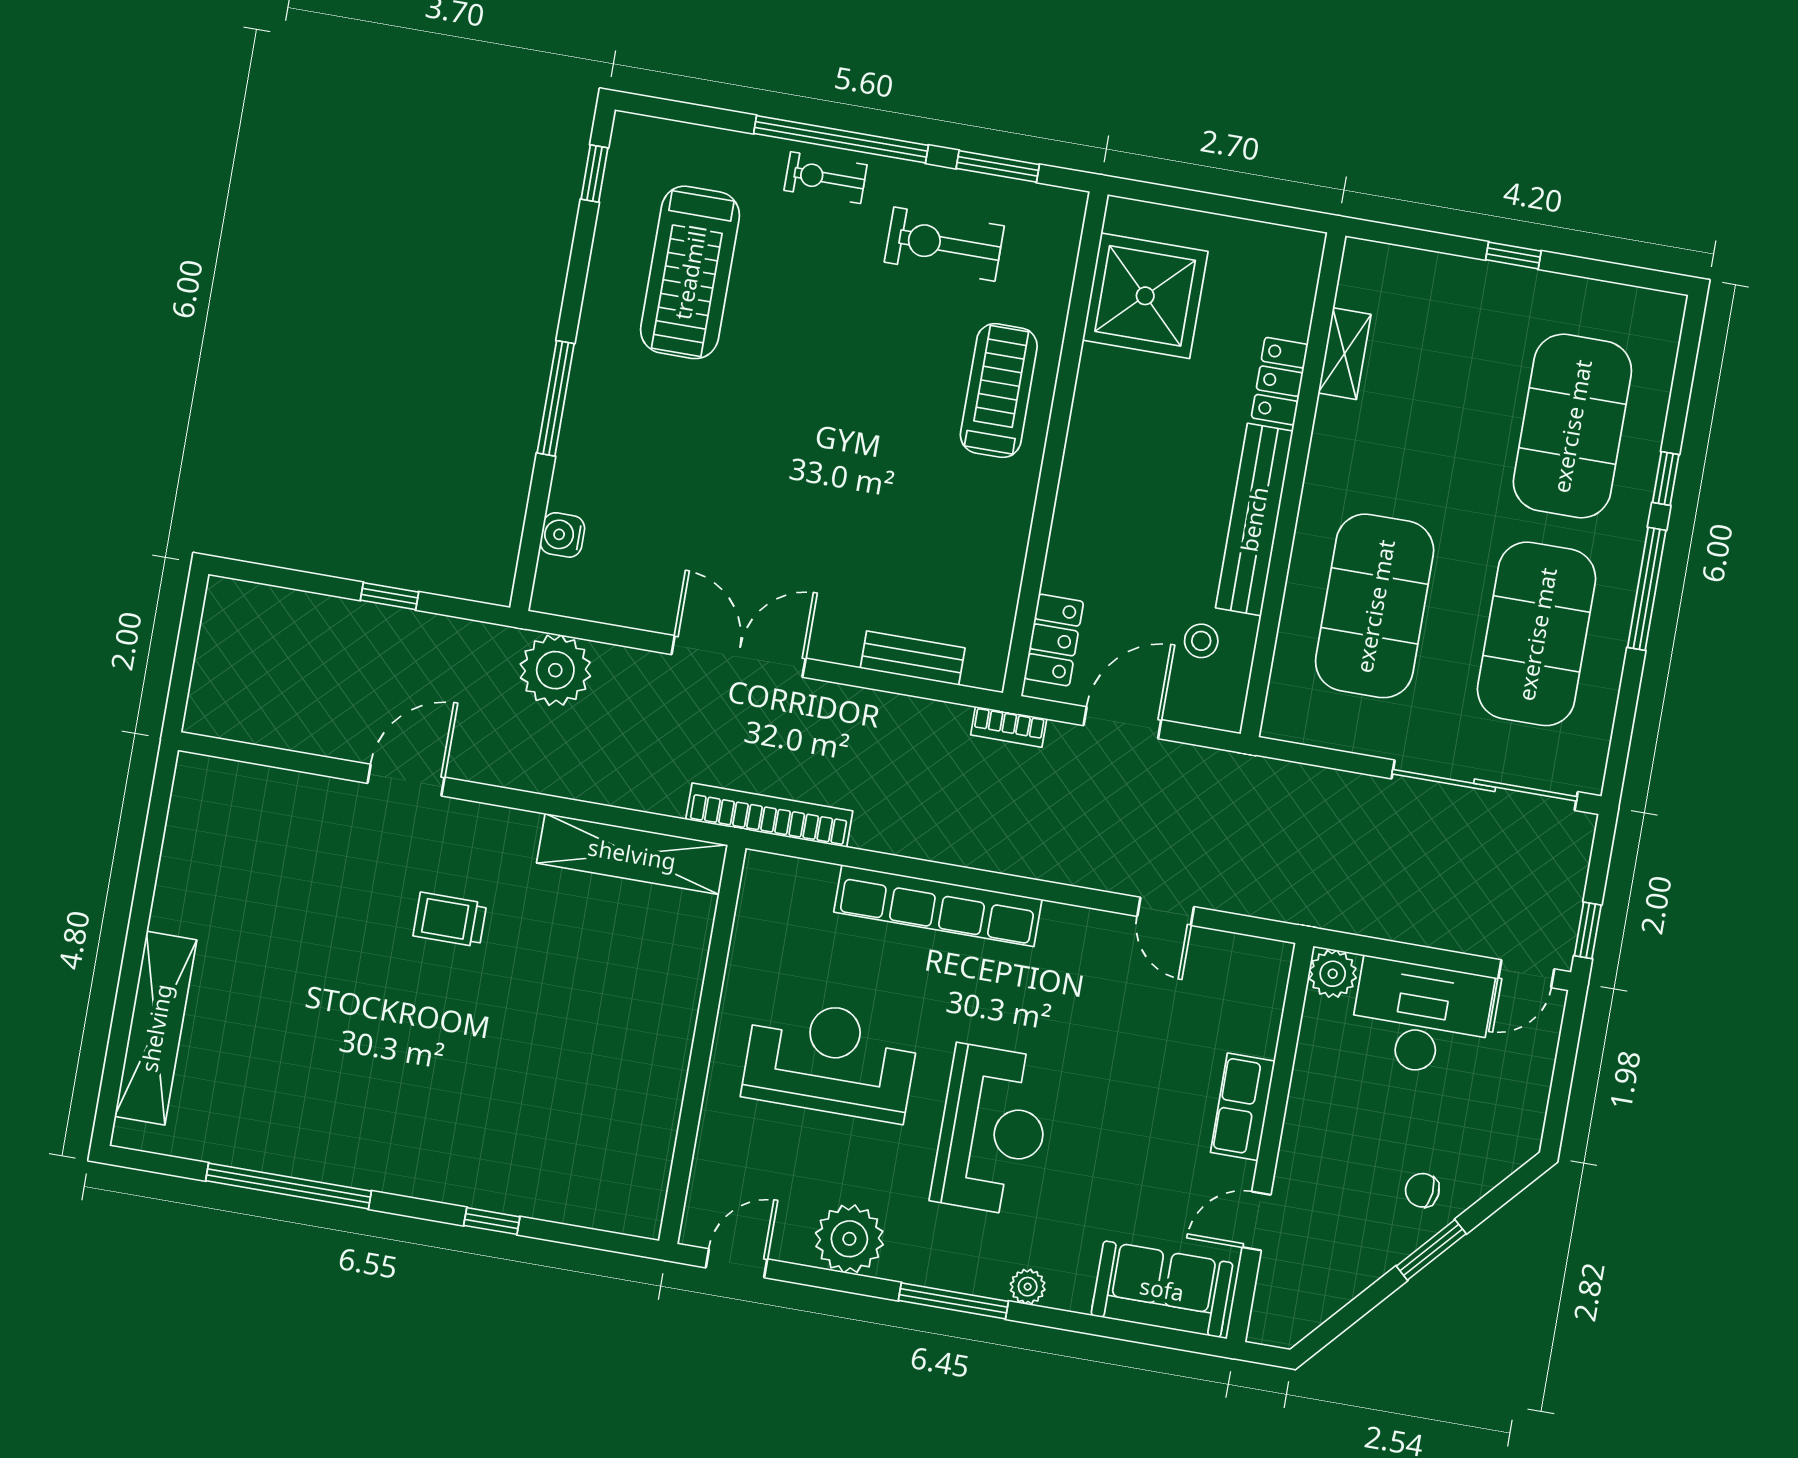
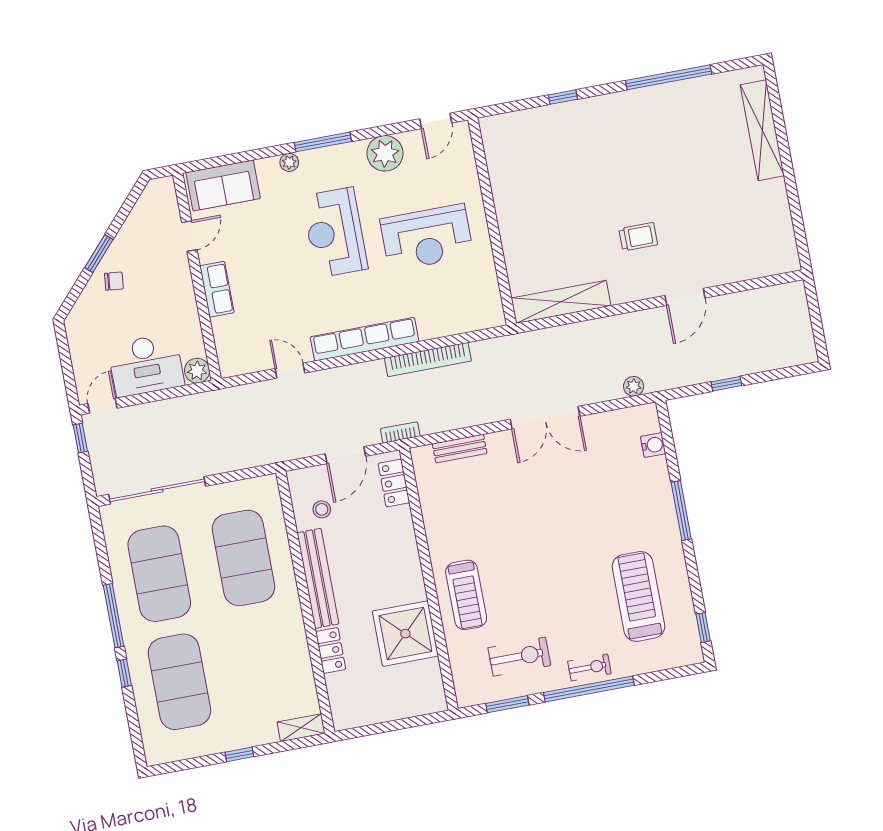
shower: (1145, 296) -> (405, 634), moved
shelving: (1345, 354) -> (301, 728), moved, turned 90
plant: (555, 670) -> (634, 386), width x0.53, depth x0.53
bookcase: (769, 815) -> (428, 359), moved
row of seats: (938, 906) -> (365, 339), moved

